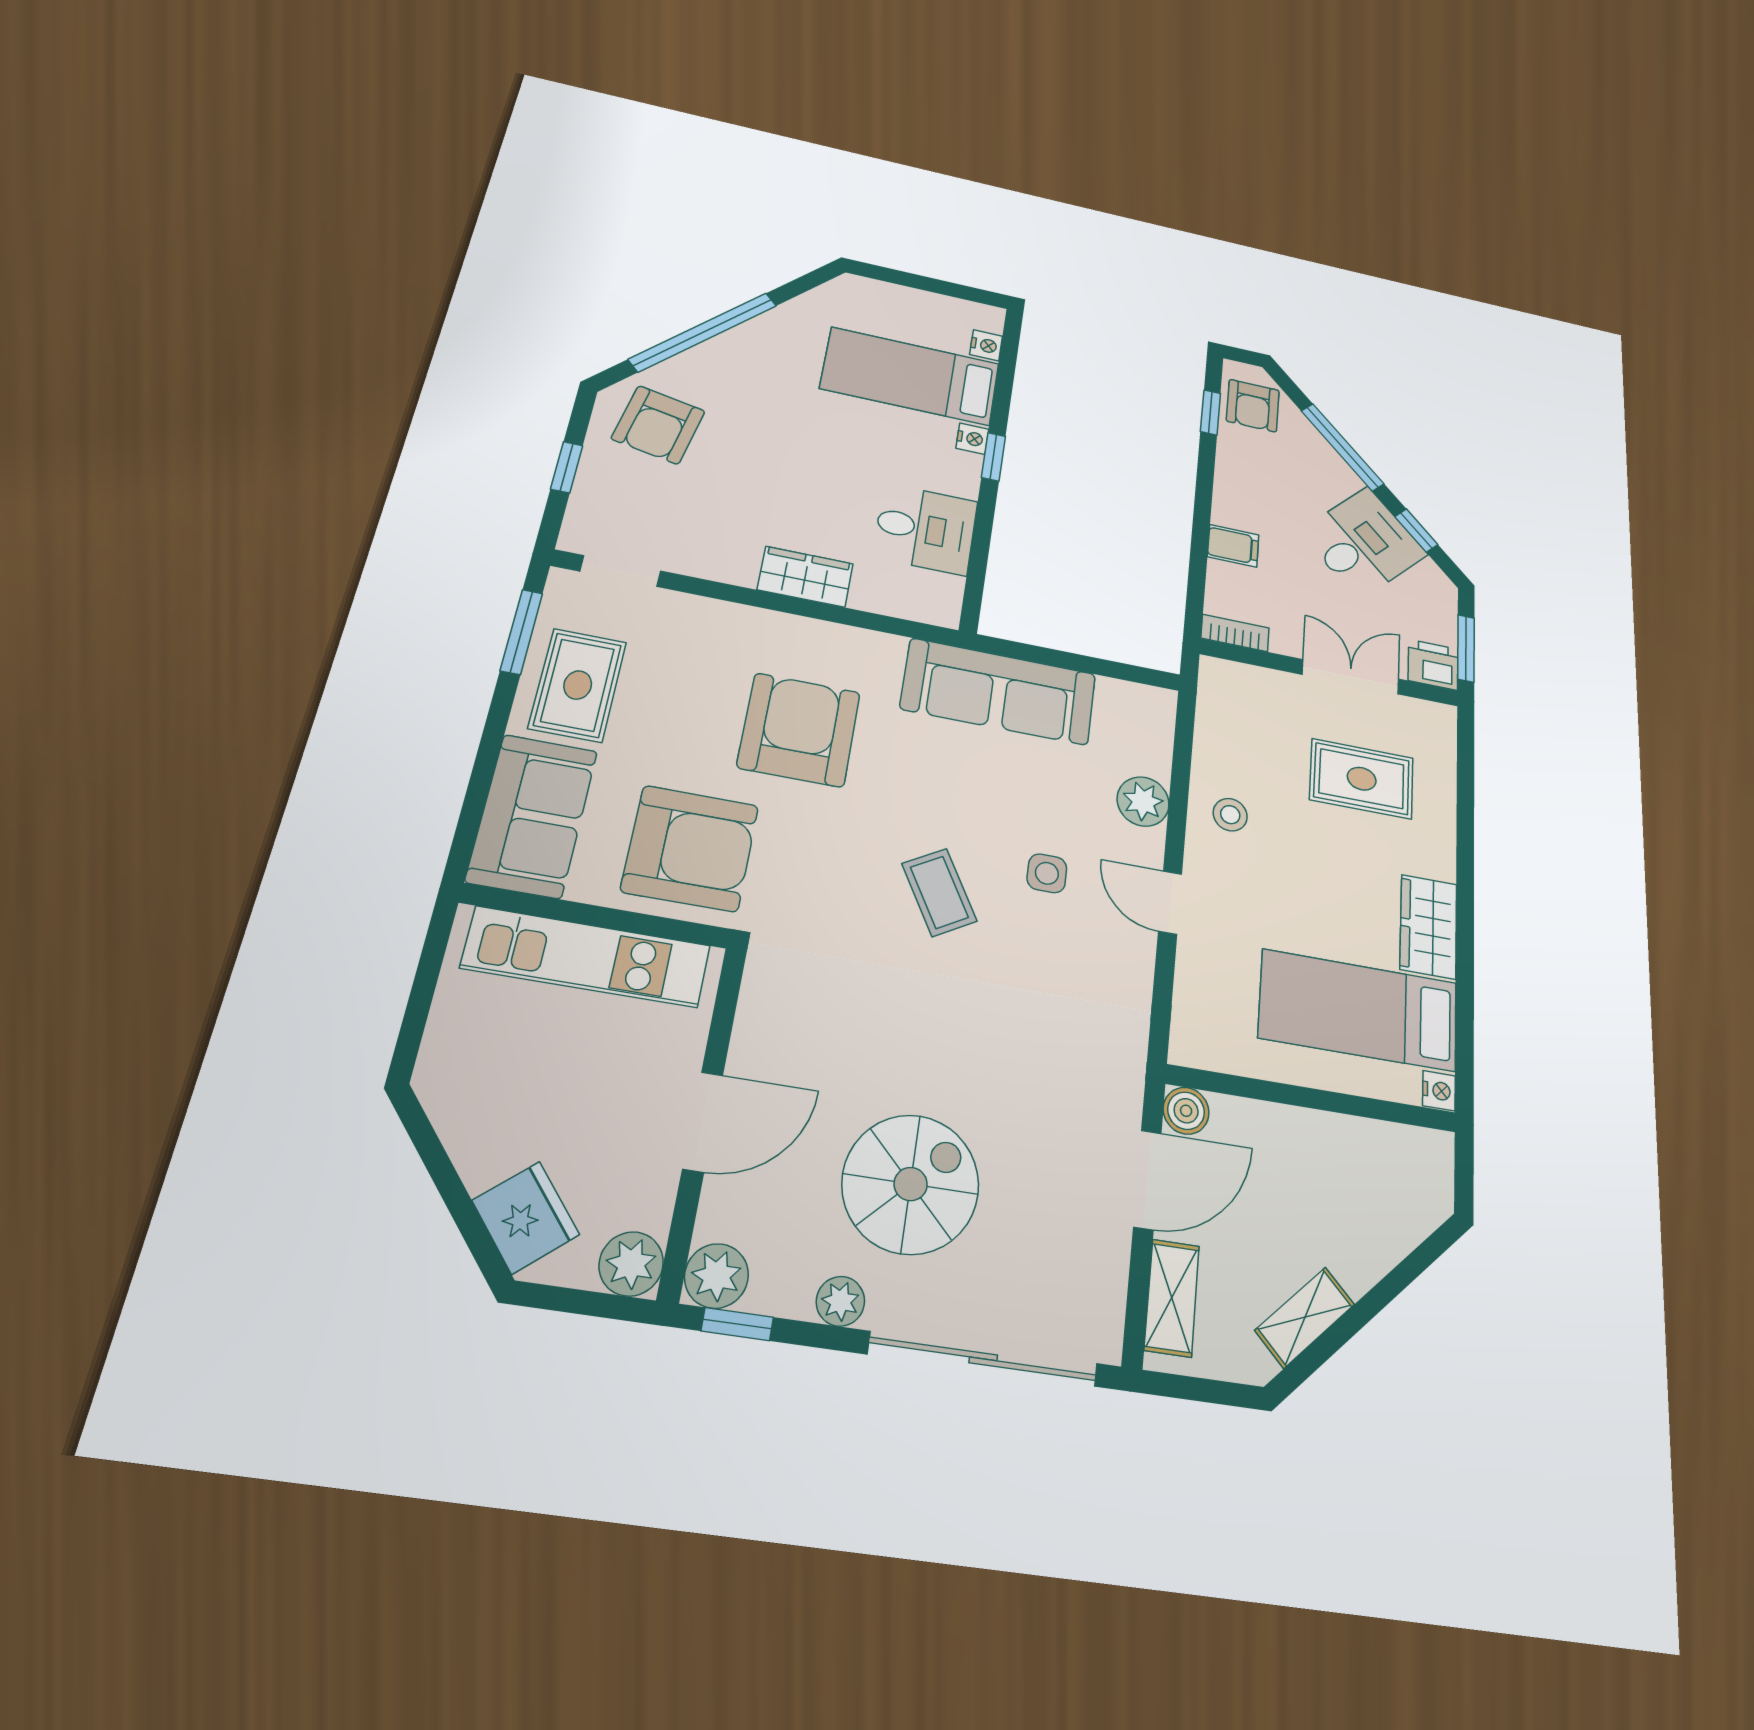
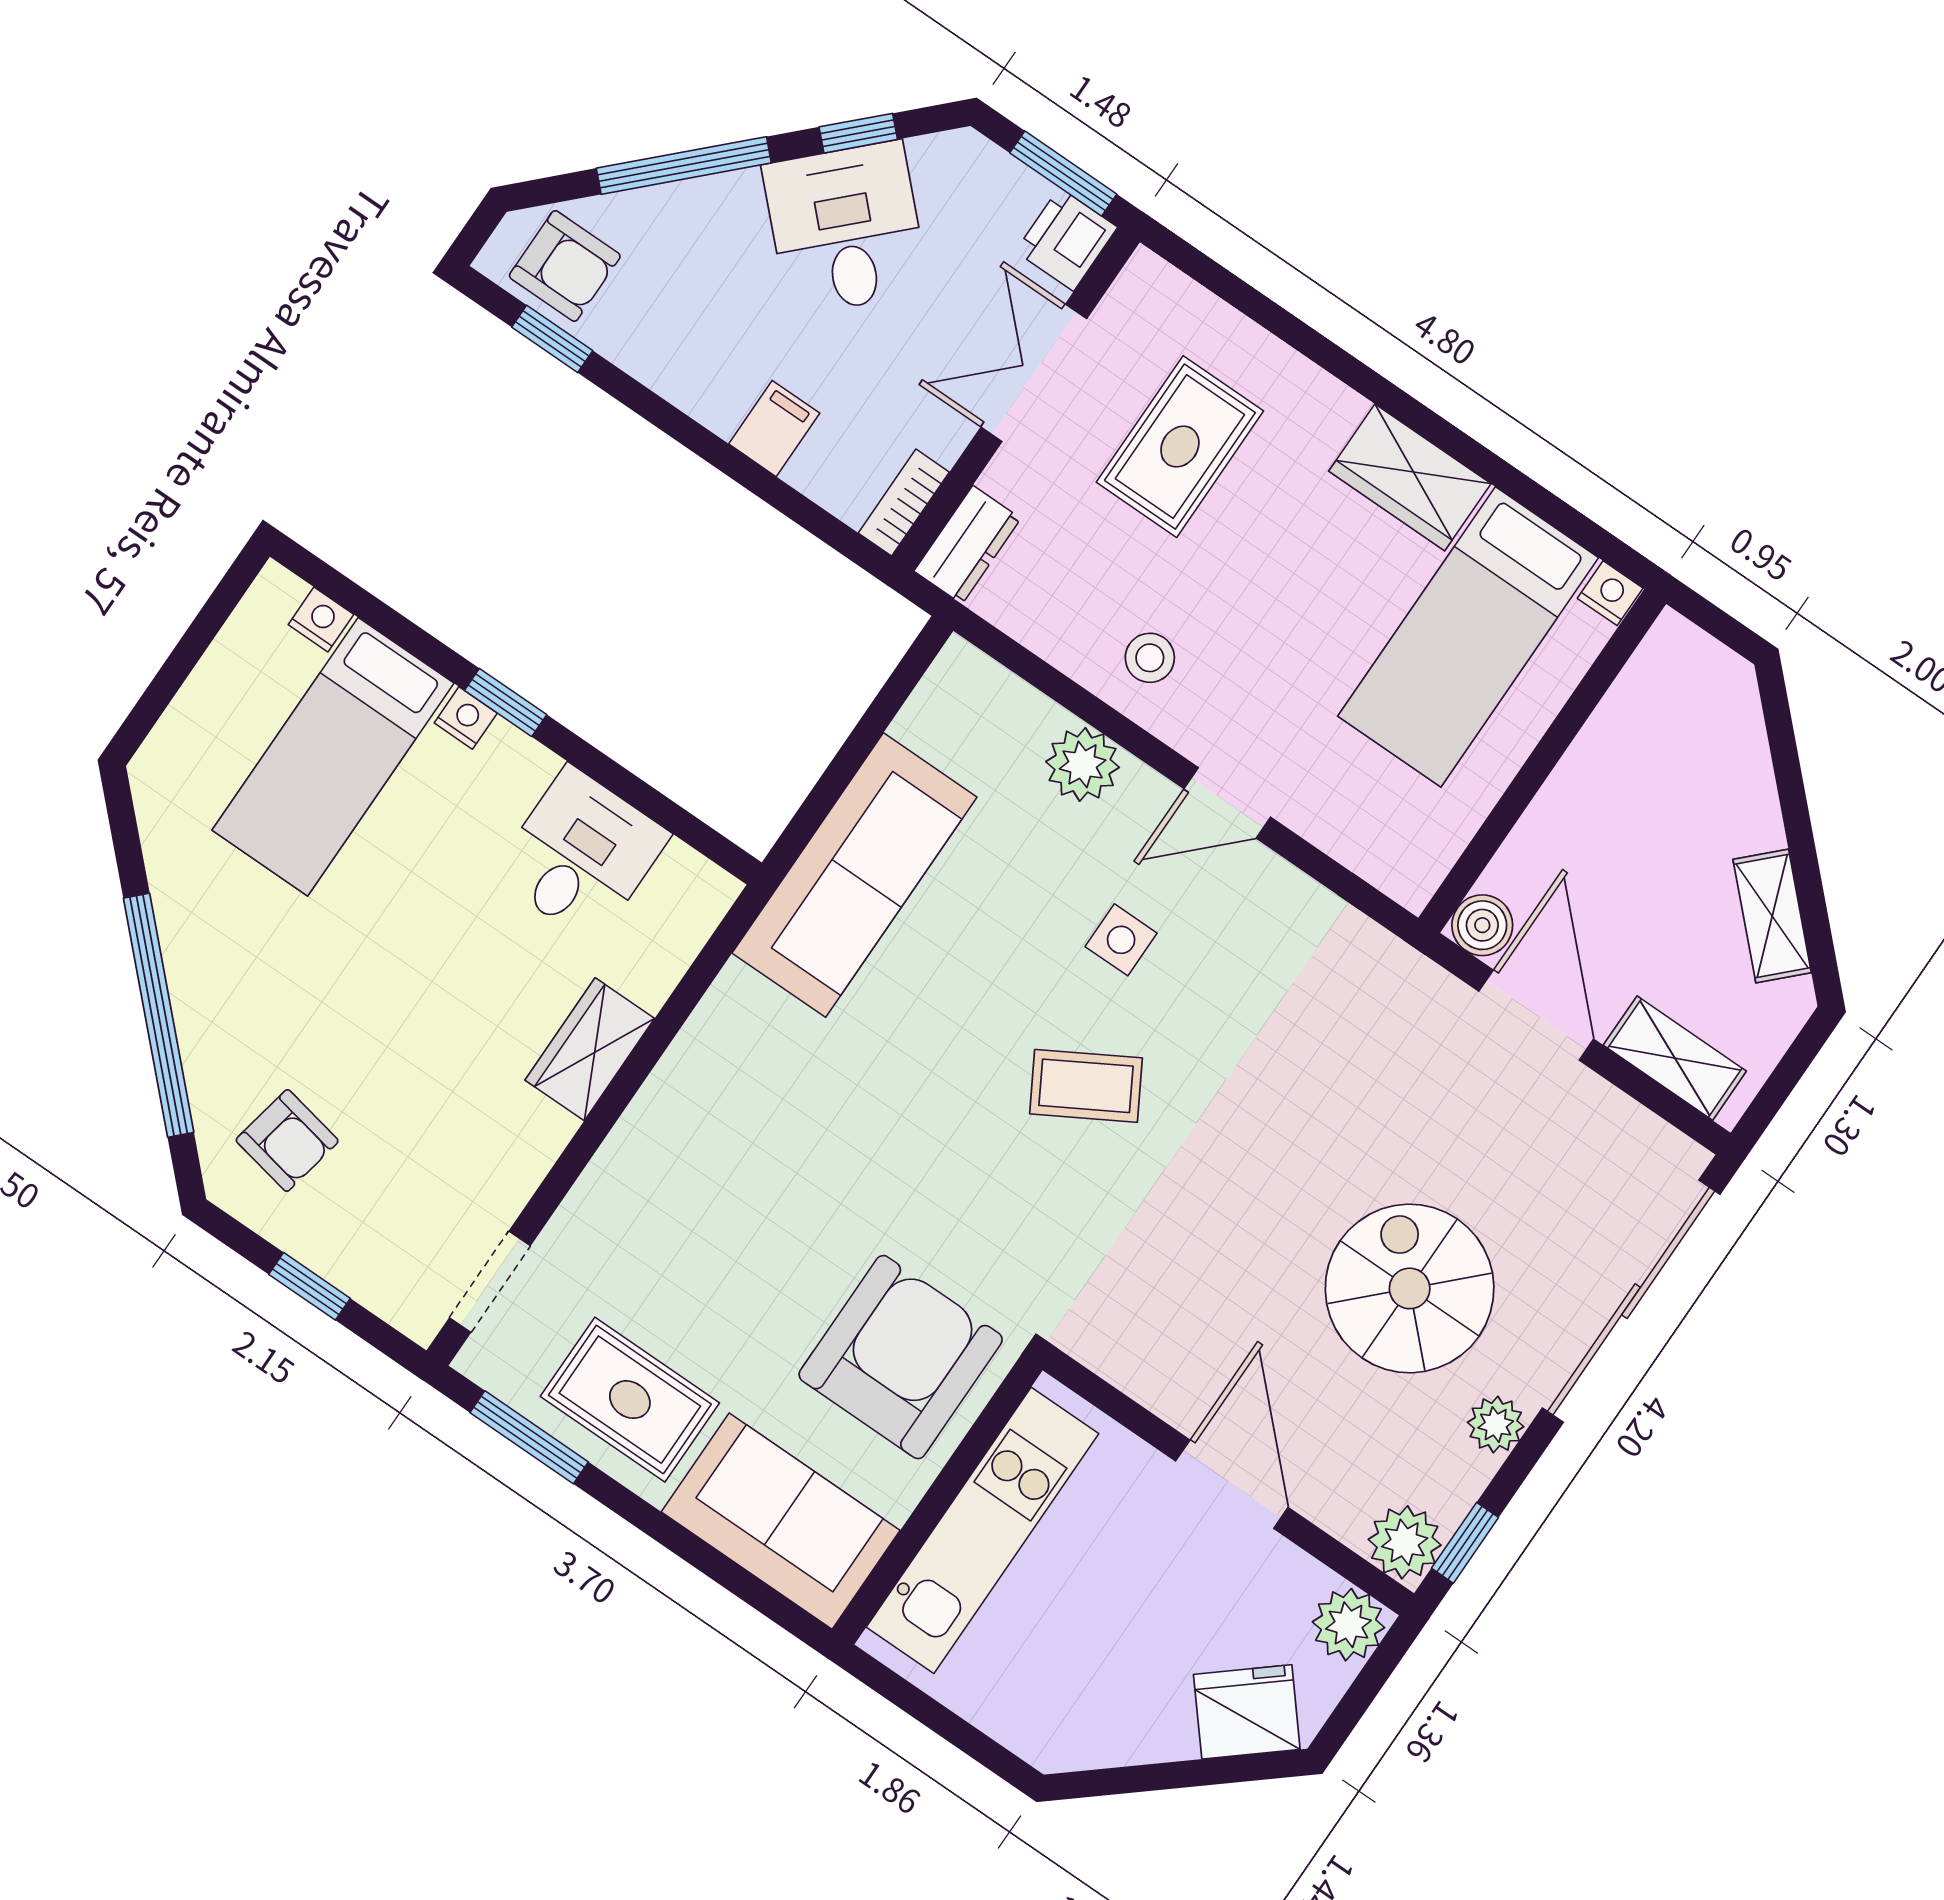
armchair: (658, 425) -> (287, 1141), width x0.72, depth x0.72
dresser: (1233, 679) -> (967, 545), added
armchair: (799, 730) -> (801, 1157), removed

